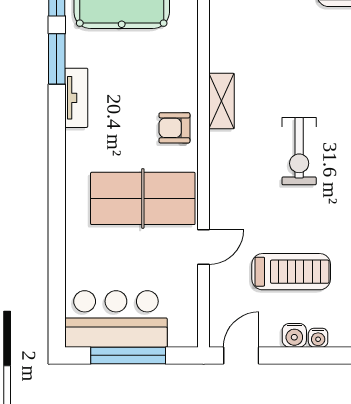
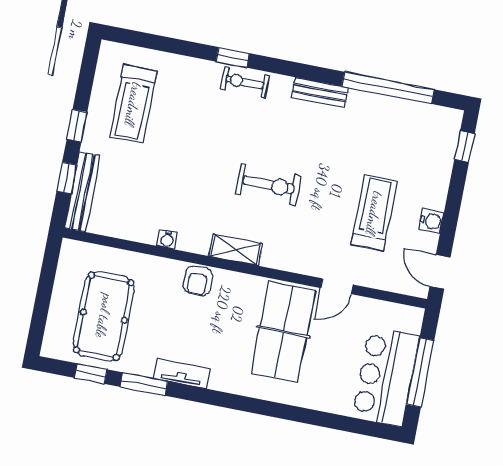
shelving: (222, 101) -> (236, 250), moved
armchair: (174, 128) -> (198, 281), moved
door: (204, 247) -> (337, 286), swing flipped
water cooler: (318, 338) -> (167, 239), moved, turned 90

